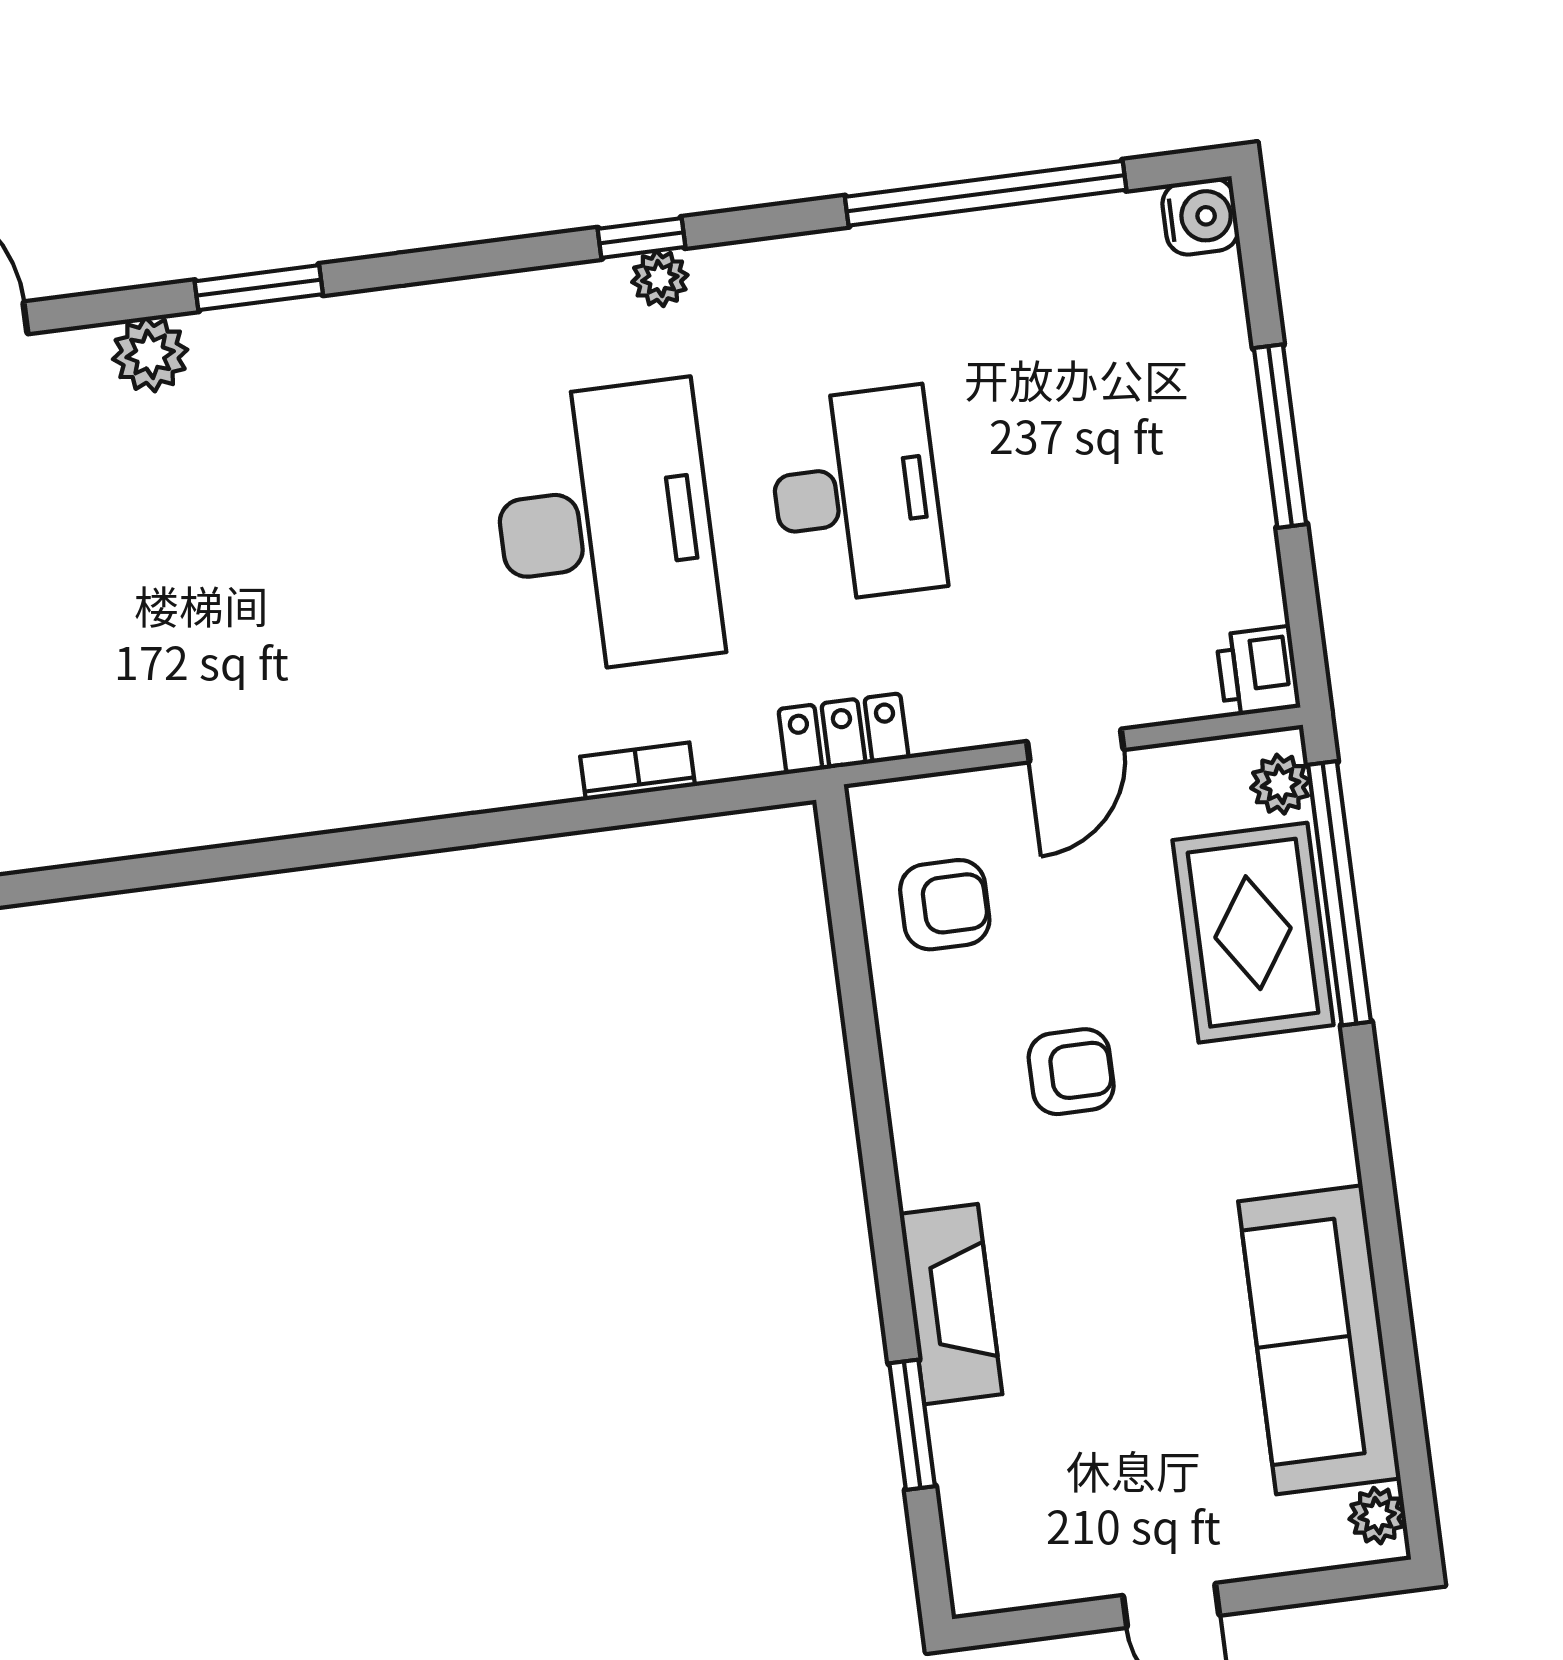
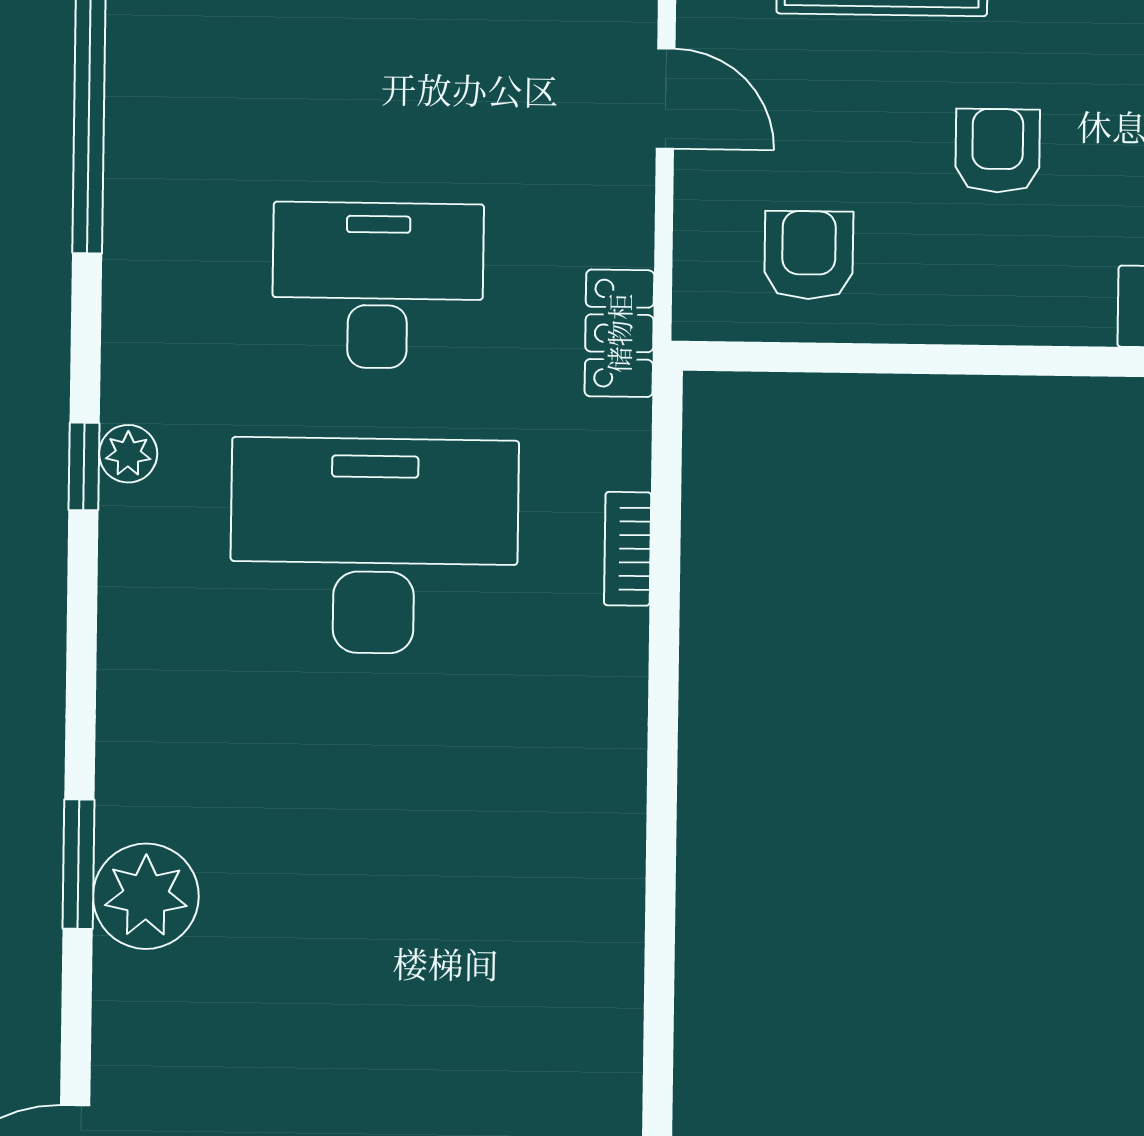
plant: (150, 354) -> (146, 896), moved, width x1.36, depth x1.36

